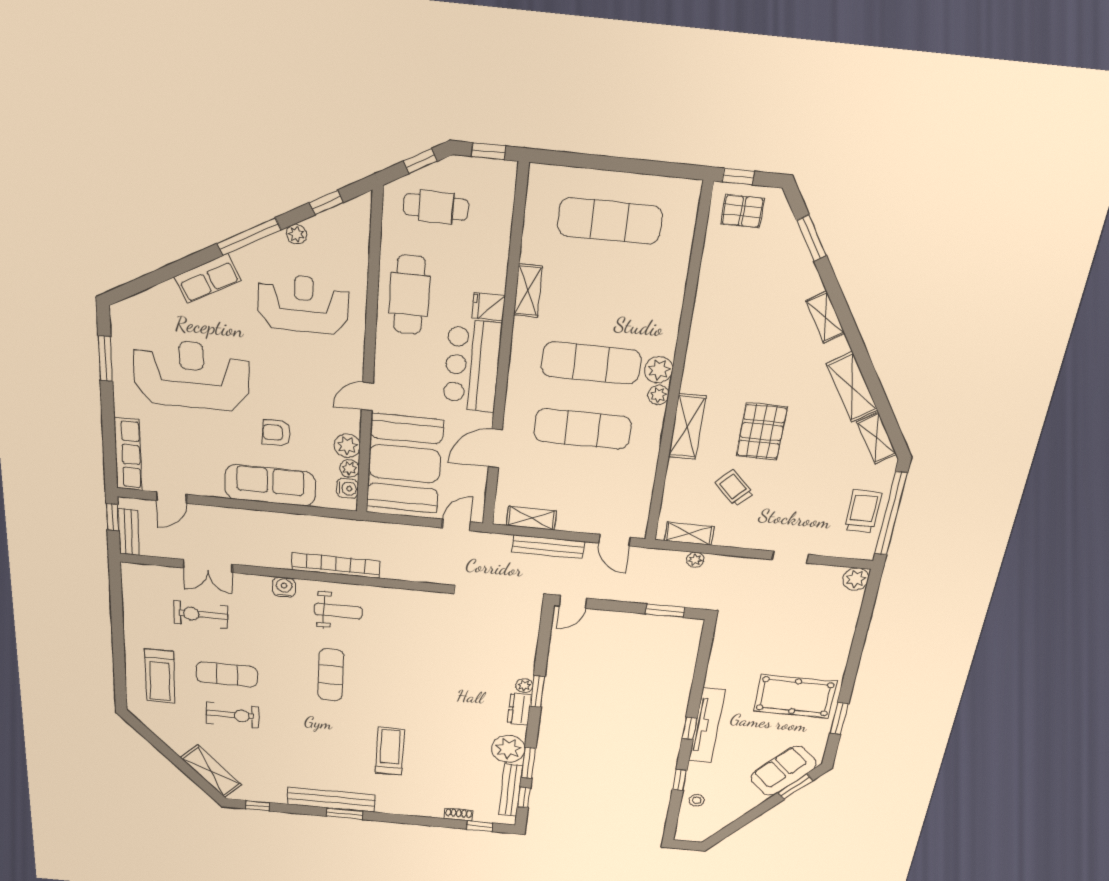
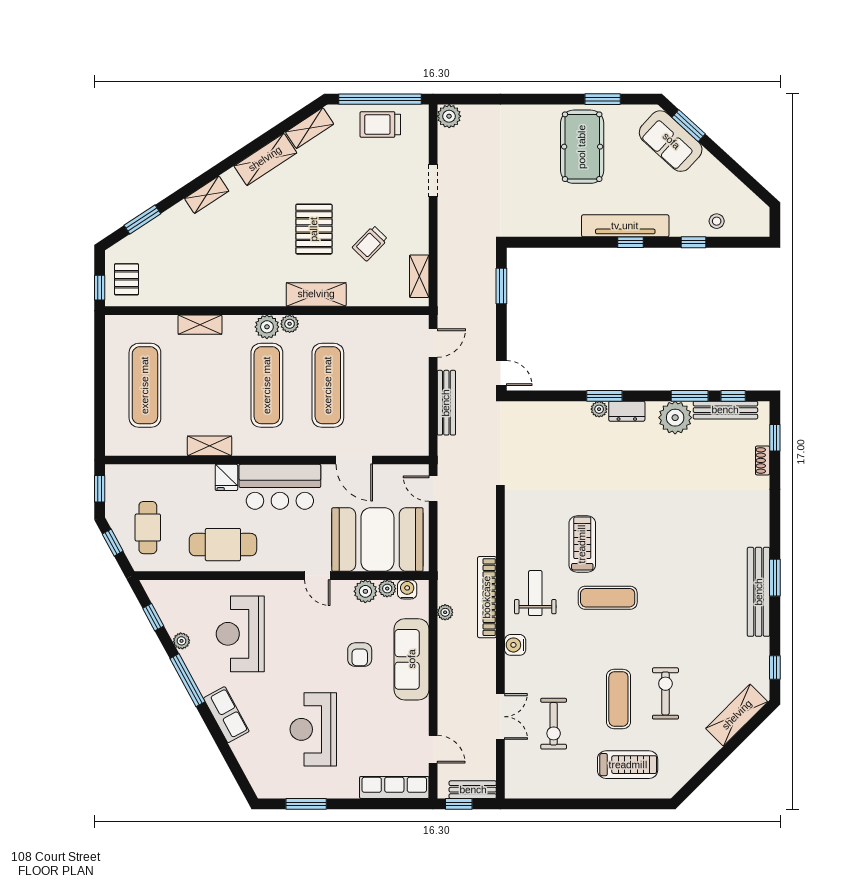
reception desk: (191, 375) -> (313, 729), width x0.74, depth x0.77
pallet: (762, 432) -> (314, 229), turned 90
shelving: (532, 518) -> (200, 325), moved, turned 90
plant: (695, 560) -> (445, 612), moved
treadmill: (390, 751) -> (582, 544), moved, turned 90

